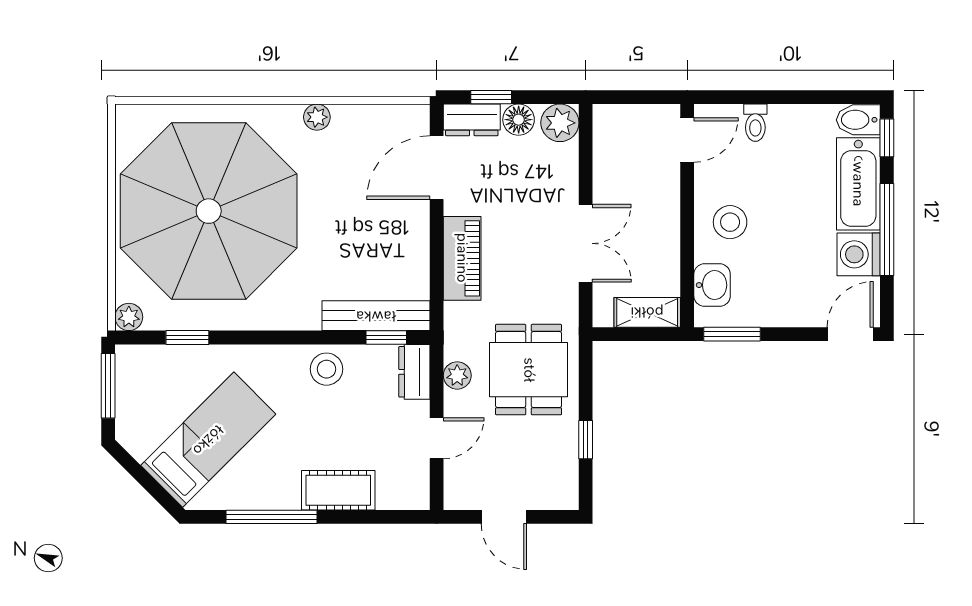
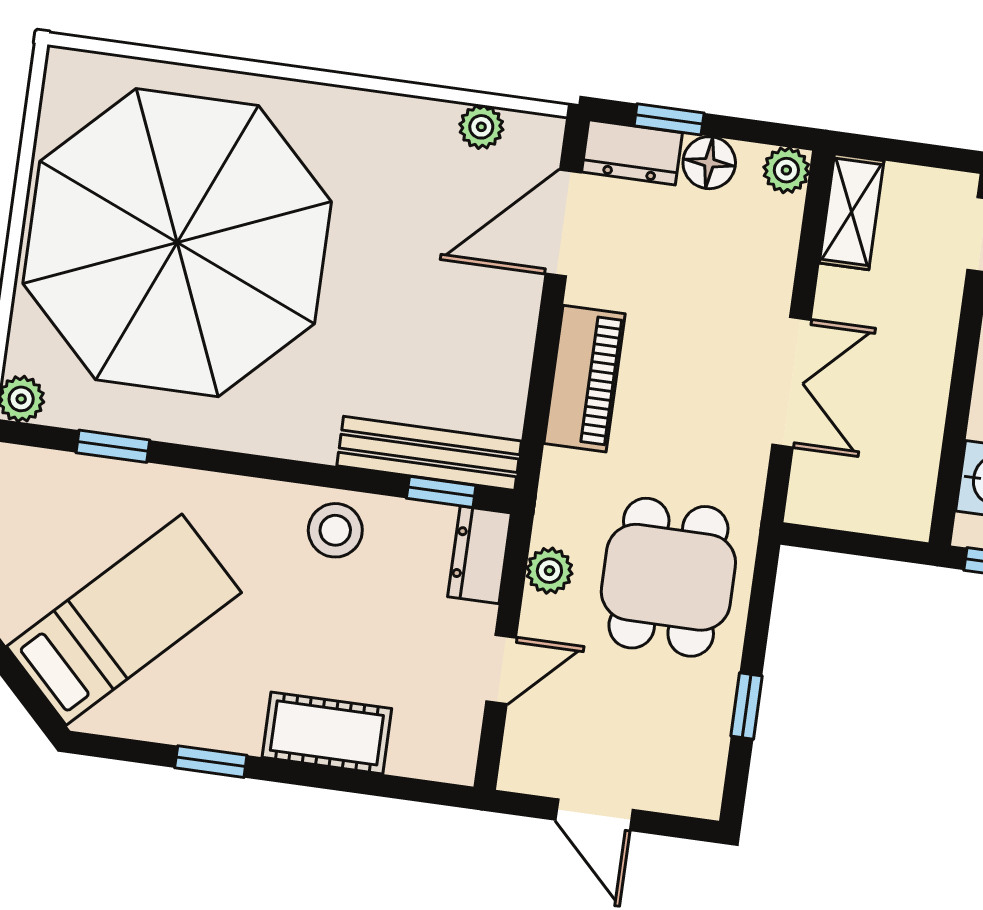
plant: (317, 117) -> (481, 127), moved
plant: (560, 123) -> (786, 170), width x0.73, depth x0.73
shelving: (647, 312) -> (852, 212), moved, turned 90
window: (272, 517) -> (211, 762), width x0.46

